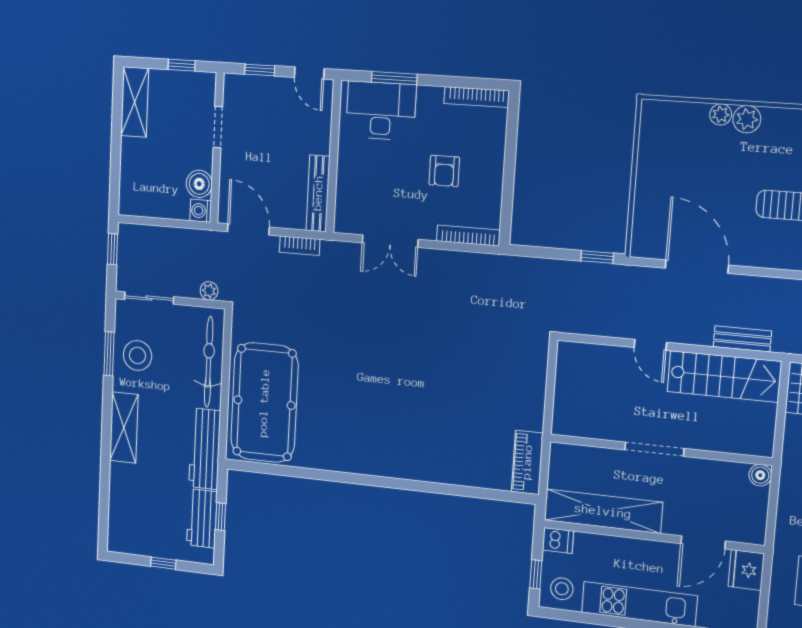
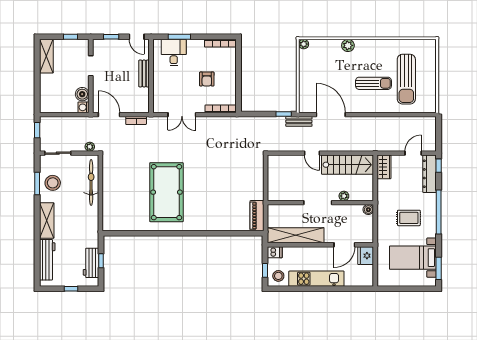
desk: (381, 111) -> (174, 53), width x0.73
plant: (721, 114) -> (304, 44), moved
bench: (318, 193) -> (144, 73), moved, width x0.73
bench: (742, 339) -> (299, 121), moved
pool table: (264, 403) -> (166, 192), moved
plant: (711, 441) -> (344, 196), added
workbench: (205, 449) -> (47, 260), moved, turned 180

